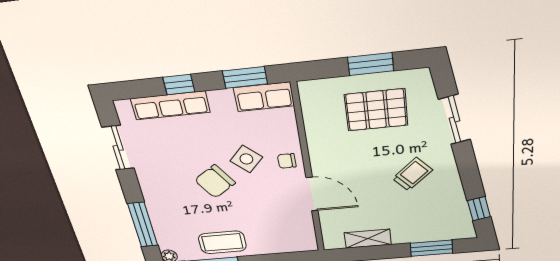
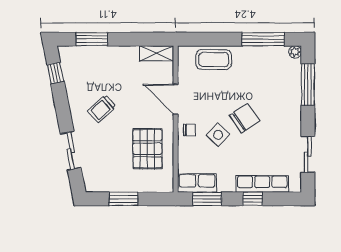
pallet: (376, 110) -> (147, 149), moved, turned 90
shelving: (368, 239) -> (157, 53), moved
coffee table: (222, 242) -> (214, 60), moved

